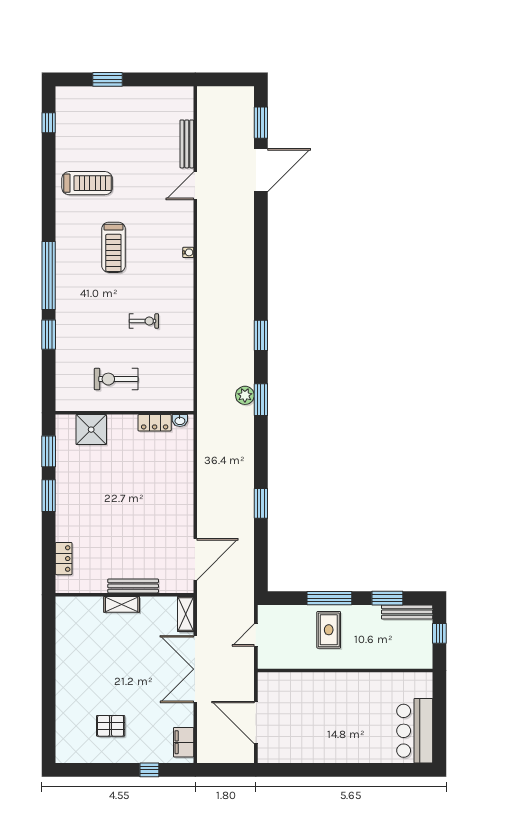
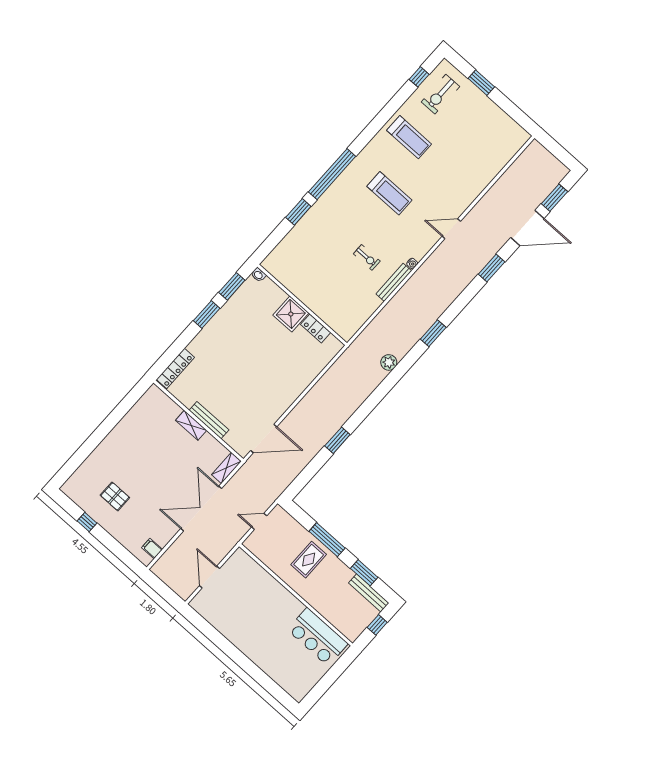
bench: (187, 144) -> (394, 282), moved
door: (195, 186) -> (451, 229), moved
treadmill: (113, 247) -> (389, 193), turned -90
water cooler: (188, 252) -> (412, 264), moved
exercise bike: (116, 379) -> (440, 94), moved, turned -90
window: (261, 400) -> (492, 268), moved
washbasin: (180, 421) -> (258, 275), moved
shower: (91, 430) -> (291, 314), moved
locker: (64, 559) -> (175, 369), width x1.53
door: (256, 722) -> (209, 577), width x0.73
bar counter: (415, 731) -> (318, 637), moved, turned -90
filing cabinet: (184, 742) -> (152, 548), width x0.50
window: (149, 770) -> (87, 522), moved

